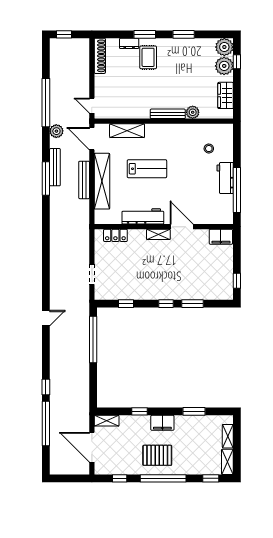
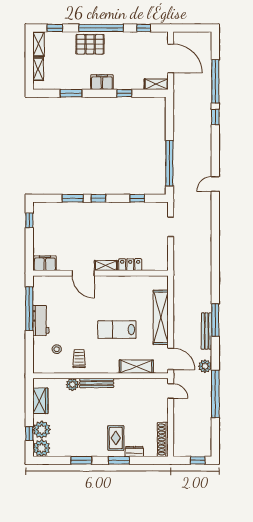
trolley: (186, 139) -> (79, 359), added
bench: (84, 180) -> (178, 319), removed
workbench: (143, 216) -> (121, 283), removed
locker: (115, 235) -> (130, 265), moved
pallet: (157, 455) -> (90, 44), moved

